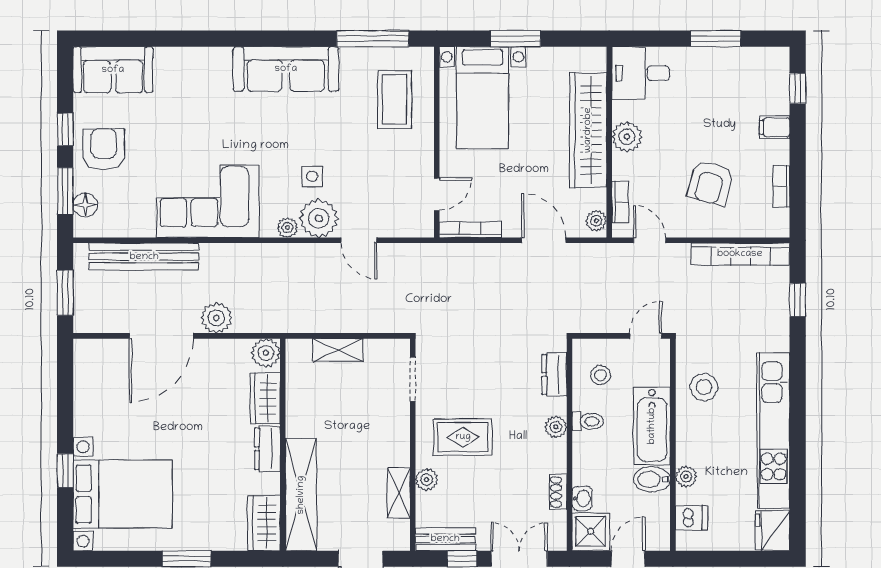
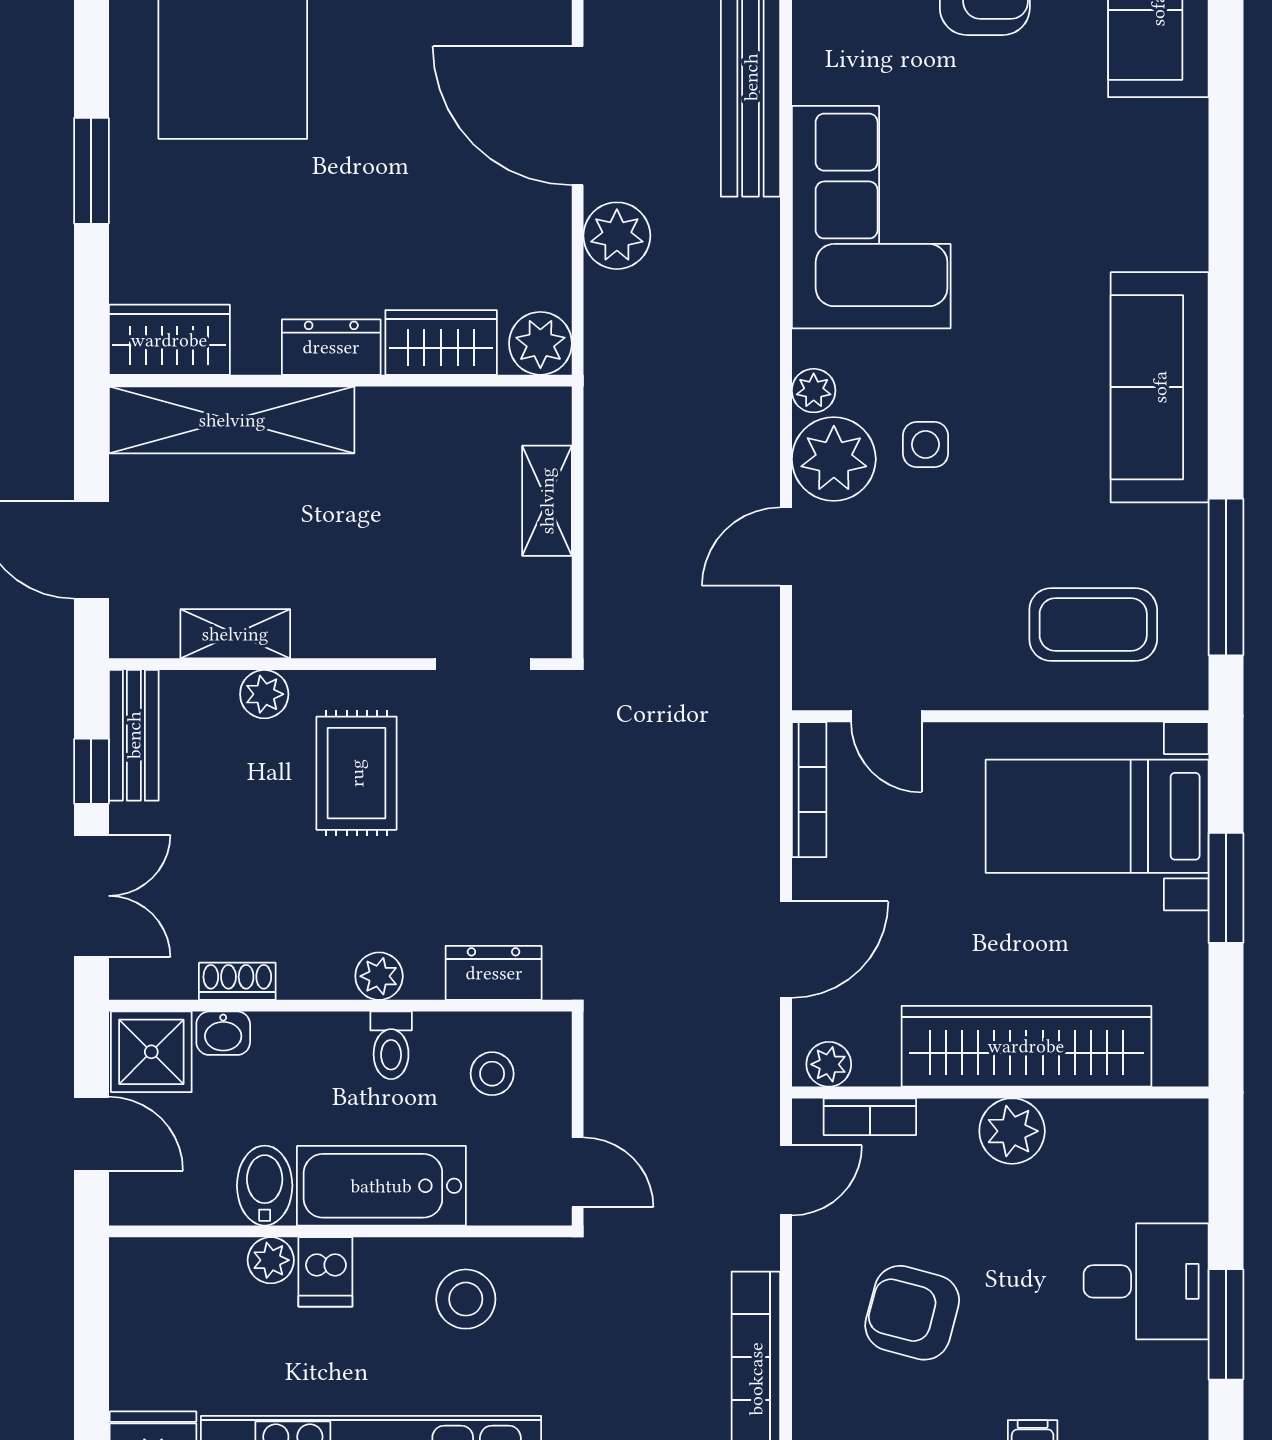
desk: (641, 73) -> (1146, 1281), moved, turned 90
dishwasher: (691, 518) -> (325, 1272), moved

